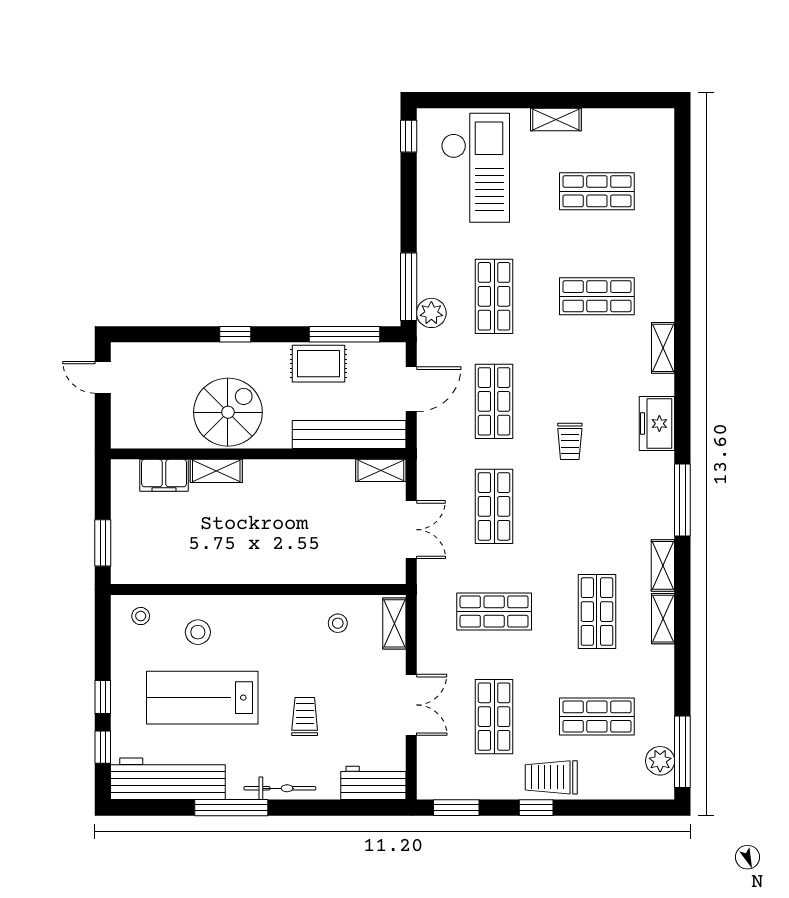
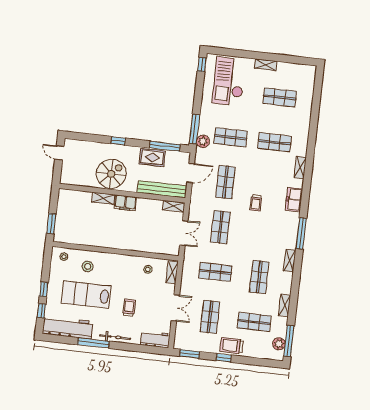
checkout: (475, 168) -> (229, 81), turned 180
shop shelf: (494, 296) -> (231, 137), turned 90
filing cabinet: (164, 475) -> (125, 203), moved
shelving: (663, 619) -> (285, 305), moved

